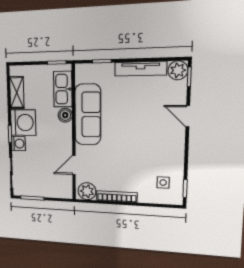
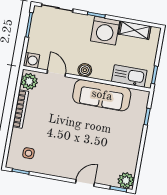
tv unit: (141, 69) -> (134, 149), removed
boiler: (65, 115) -> (85, 70), moved
washing machine: (18, 144) -> (31, 60), moved, turned -90

